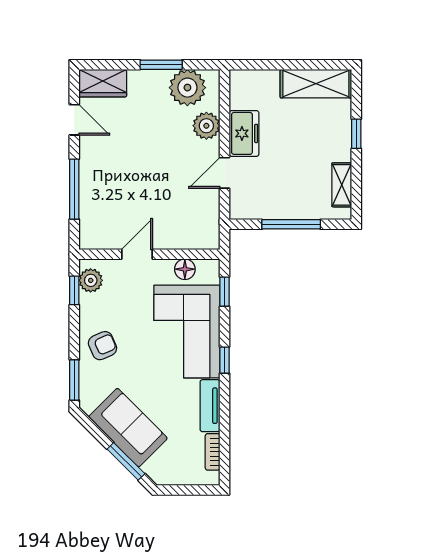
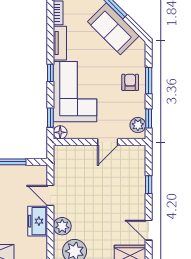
door: (225, 173) -> (50, 195), swing flipped
window: (74, 189) -> (149, 185), width x0.46
floor lamp: (185, 269) -> (60, 132), moved
armchair: (102, 346) -> (130, 82), turned 114
window: (74, 380) -> (149, 81), moved

